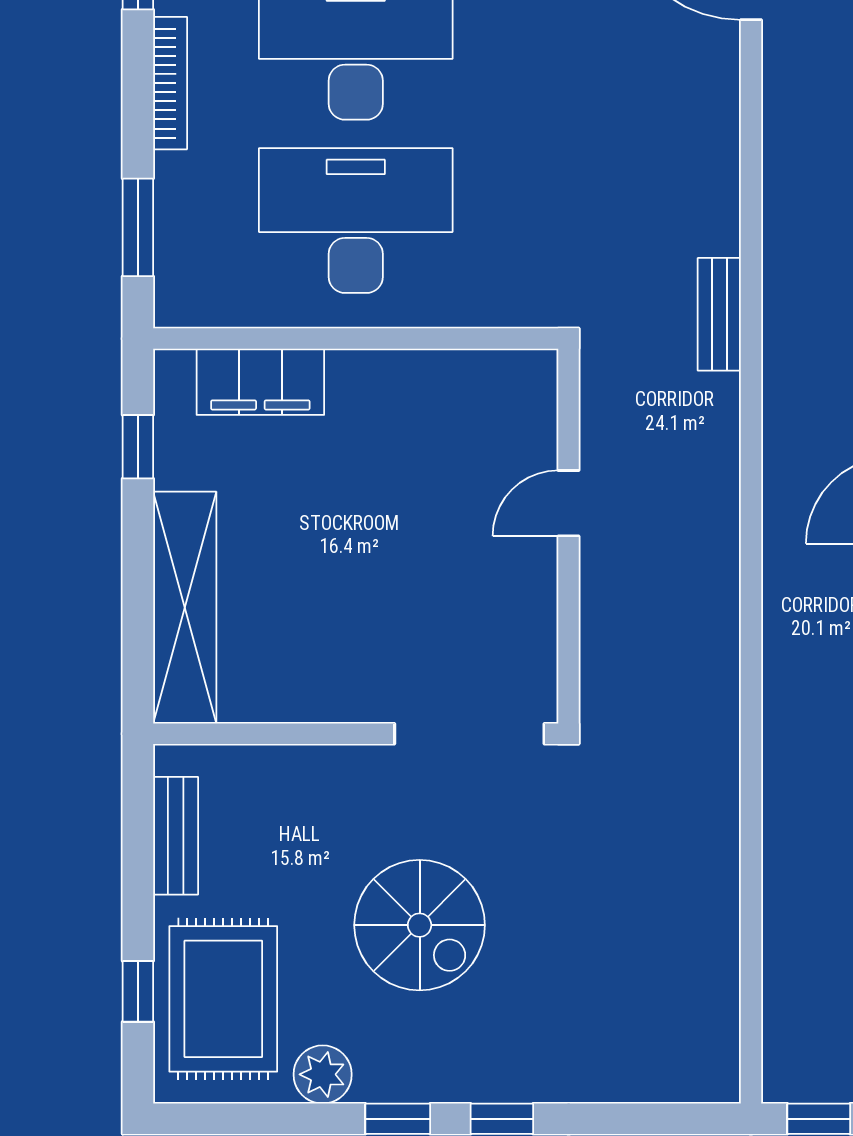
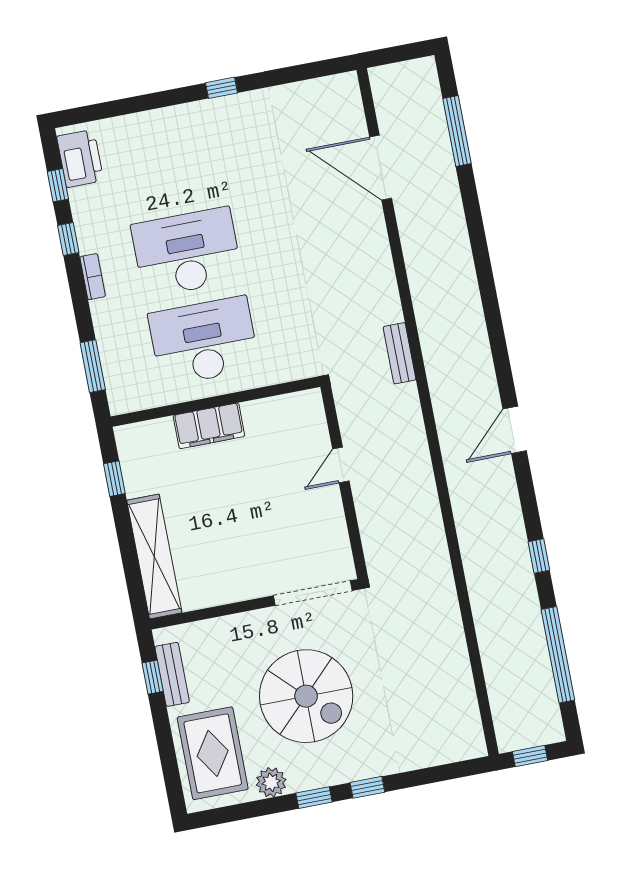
bookcase: (170, 83) -> (93, 277), width x0.64
filing cabinet: (260, 382) -> (209, 426), moved
spiral stairs: (420, 925) -> (306, 696), width x1.37, depth x1.37
window: (138, 991) -> (153, 677), moved

